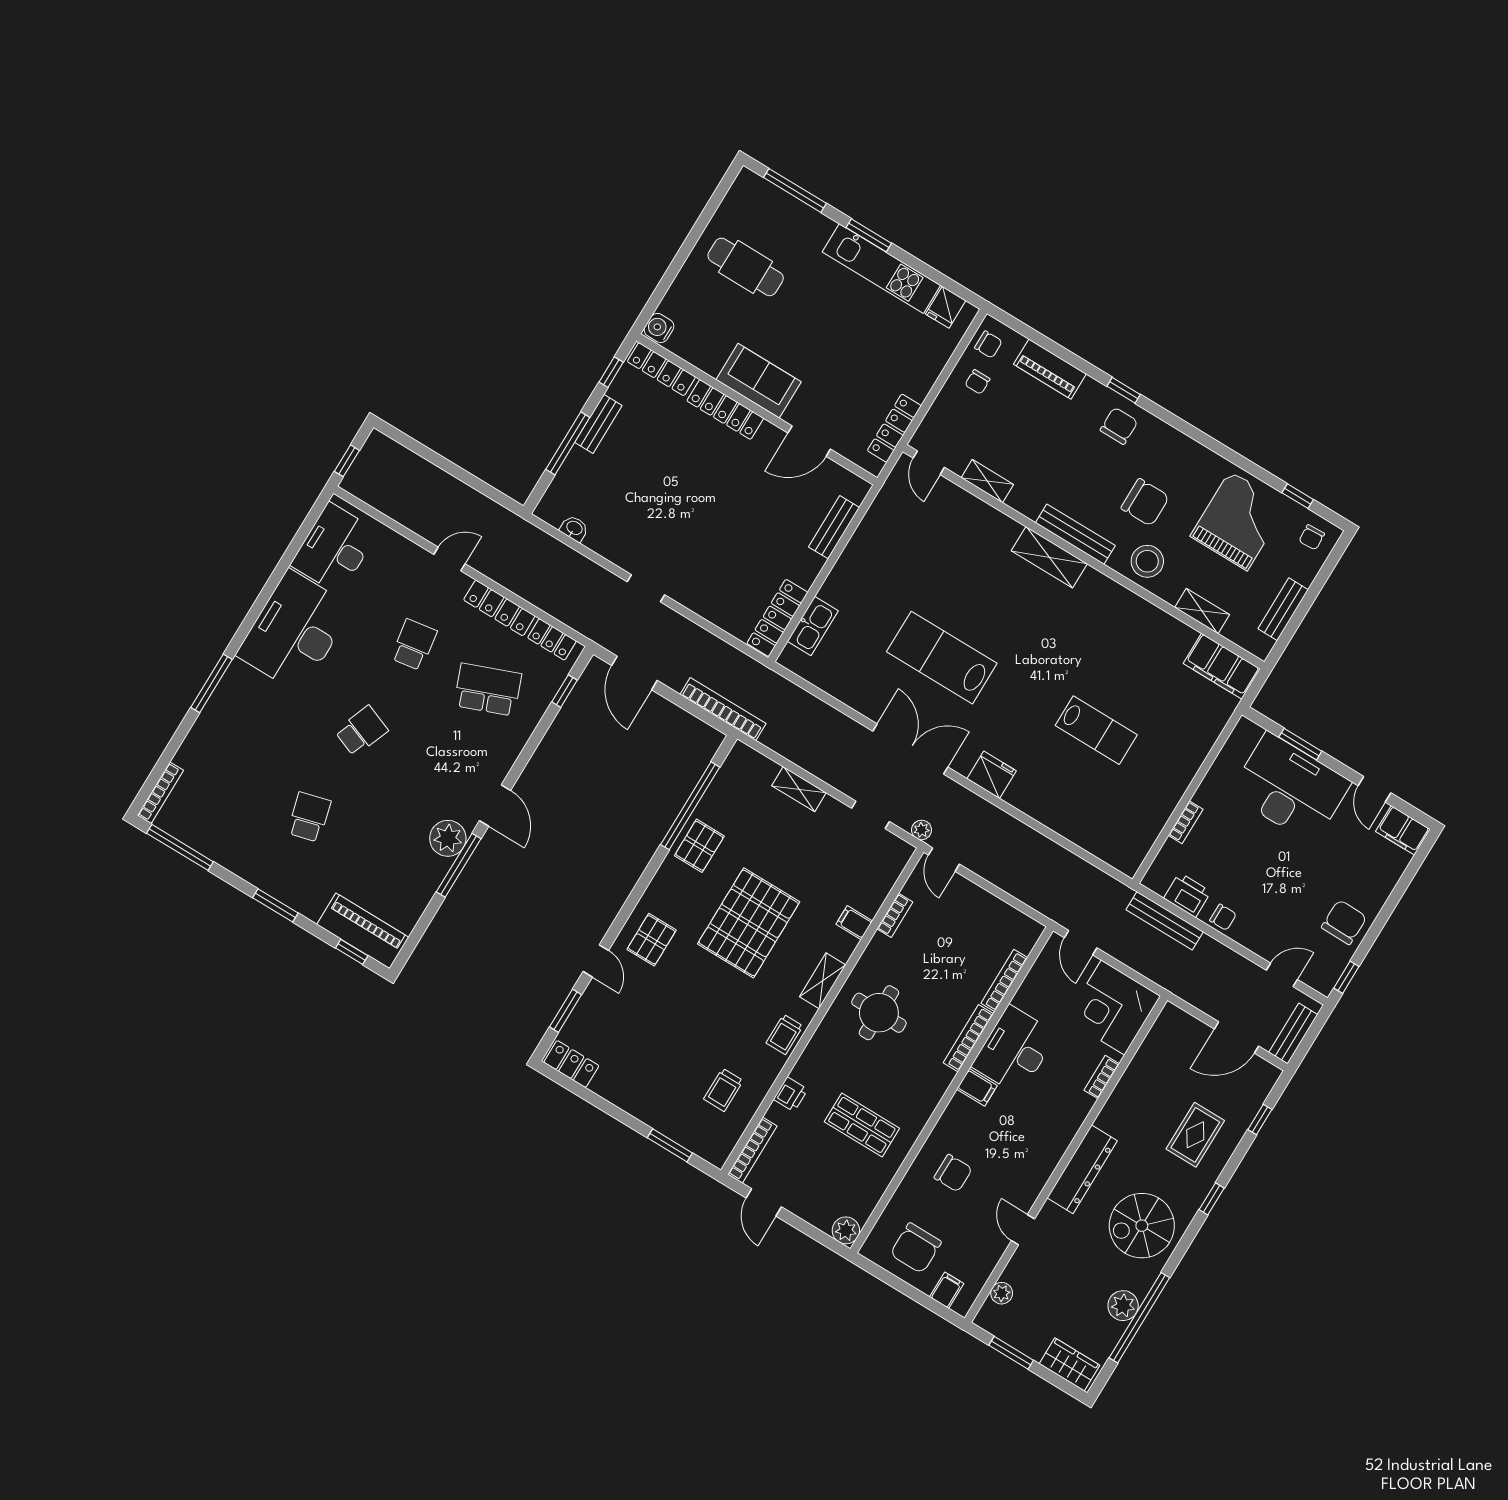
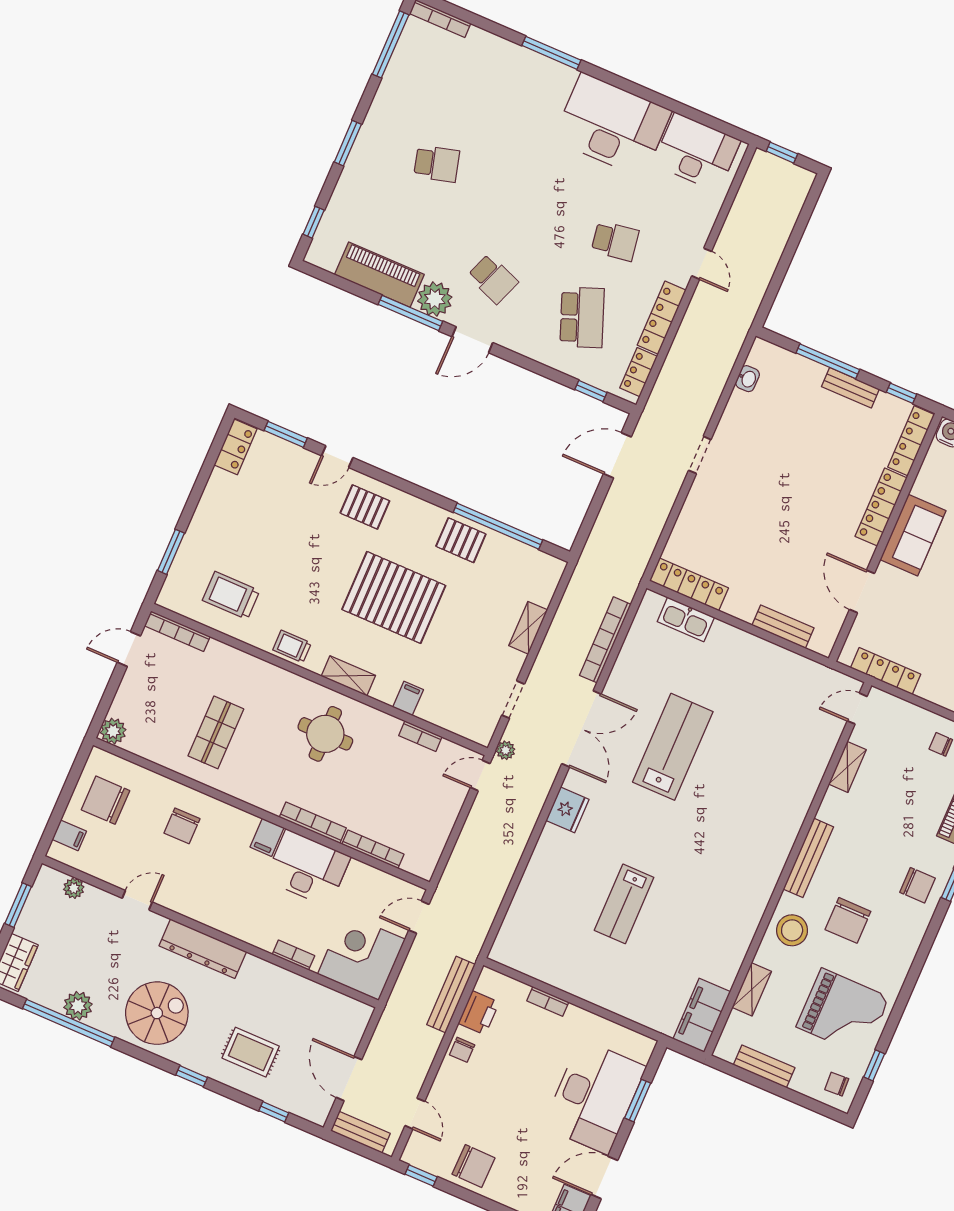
shelving: (1049, 557) -> (783, 836), removed
bookcase: (723, 709) -> (605, 640), moved, turned 180
school desk: (361, 731) -> (493, 279), moved
door: (1374, 789) -> (604, 1177), width x1.38
piano: (363, 931) -> (379, 275), moved, turned -90
trolley: (723, 1090) -> (231, 596), width x1.36, depth x1.39
printer: (791, 1094) -> (236, 660), removed
spiral stairs: (1142, 1226) -> (157, 1013), turned 90

